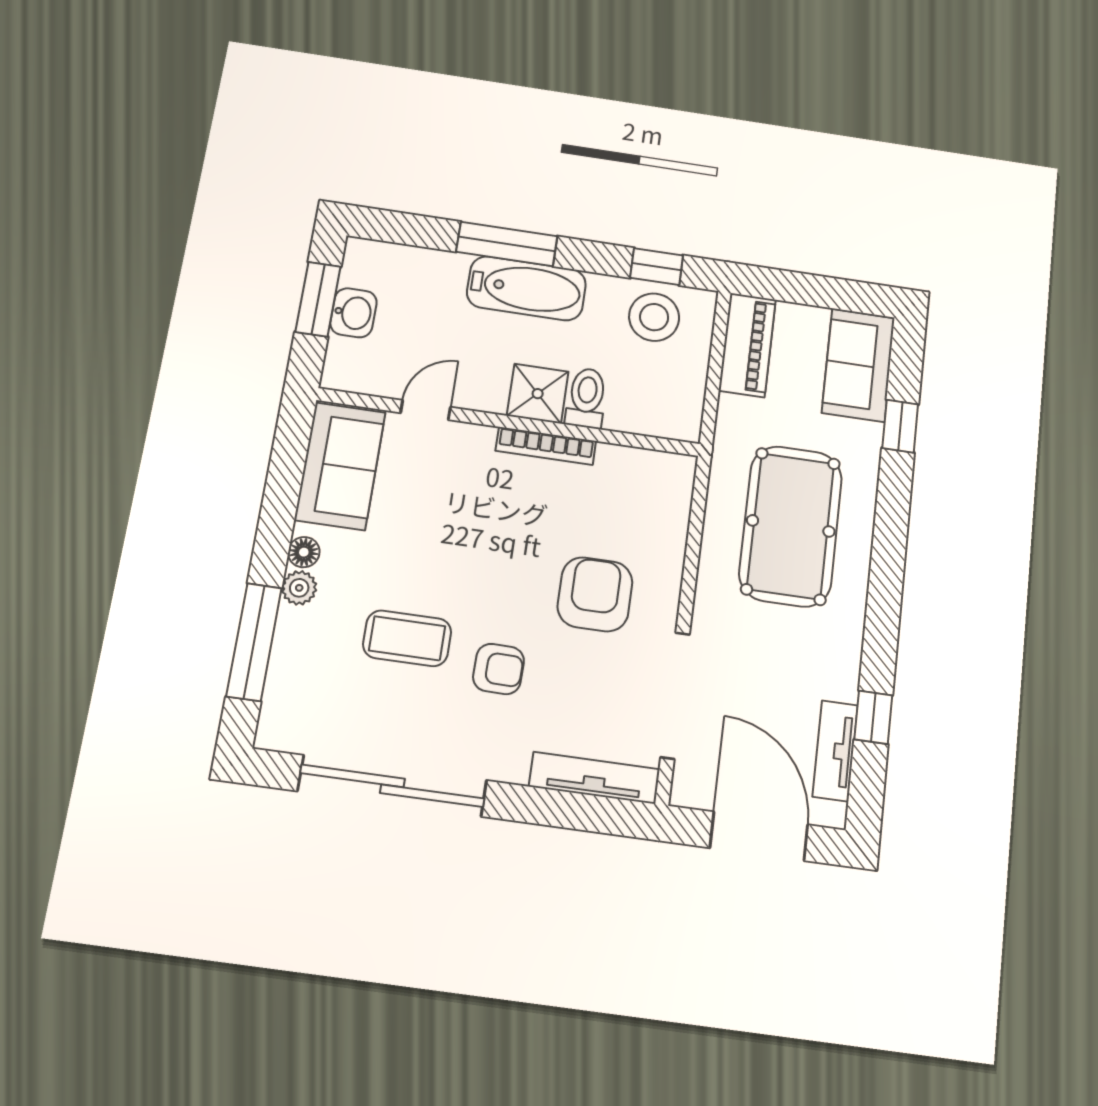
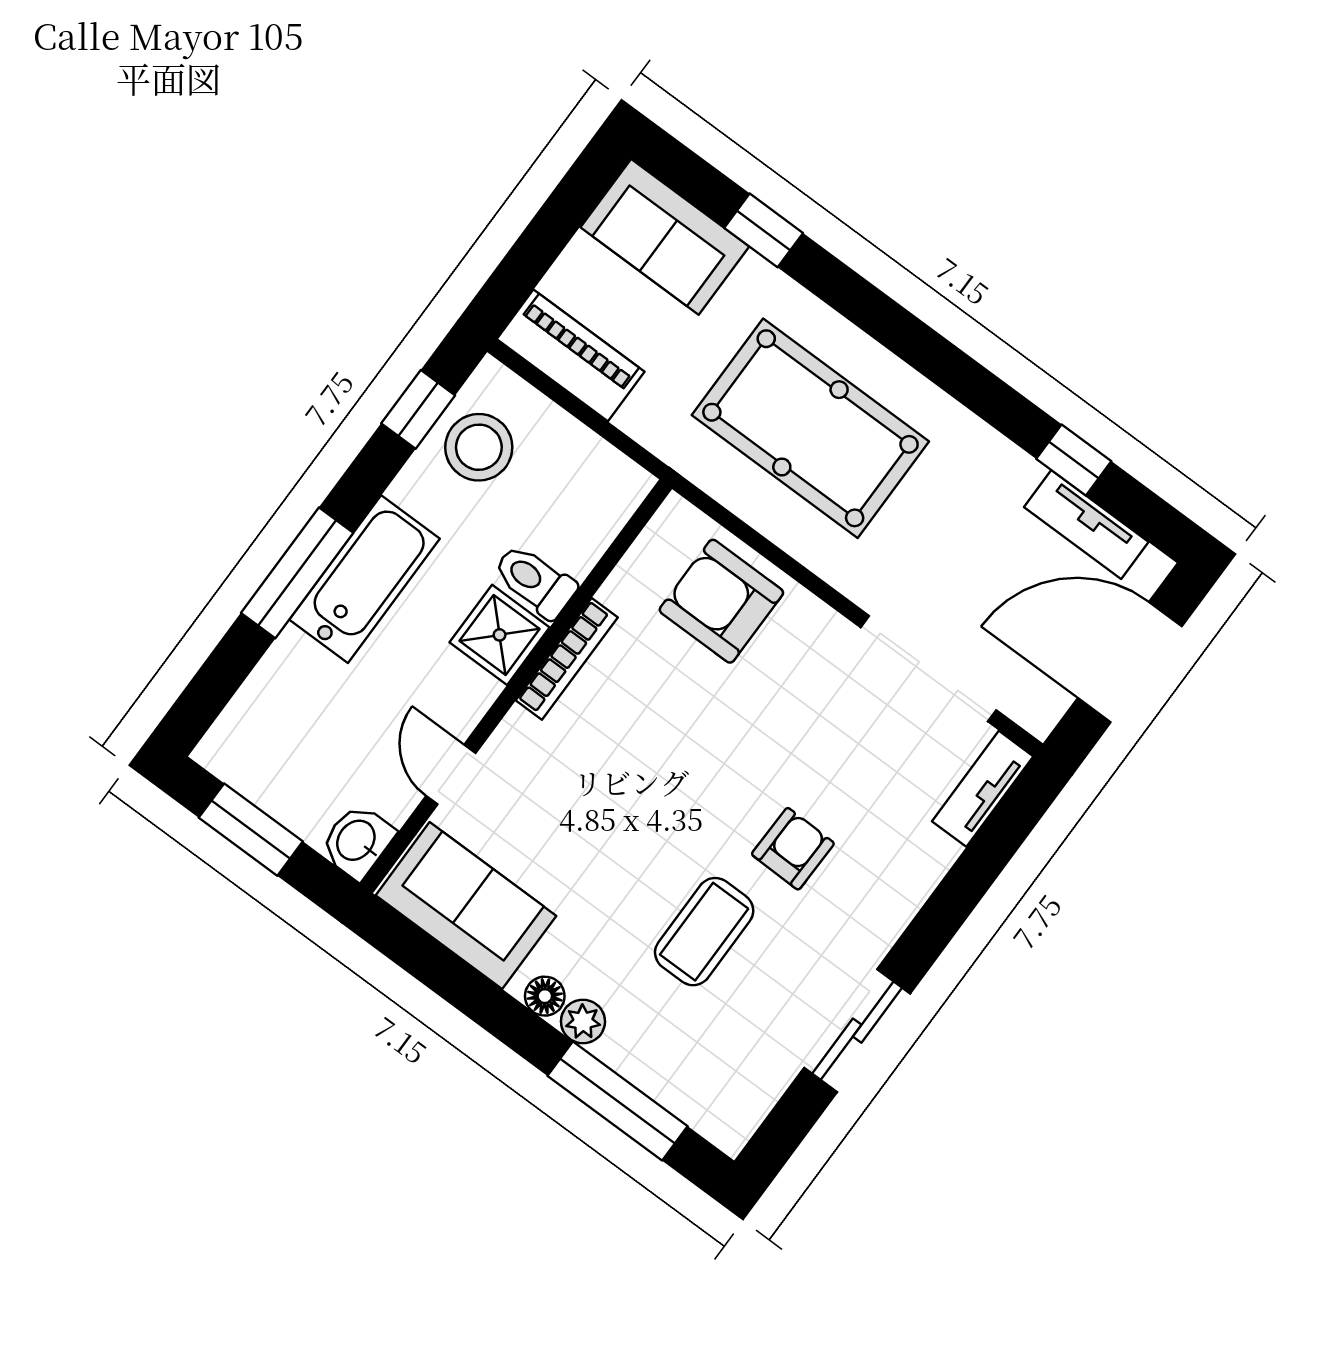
washbasin: (353, 313) -> (357, 841), moved, turned -90
armchair: (595, 594) -> (721, 601), moved
tv unit: (594, 778) -> (983, 789), width x0.71
sliding door: (392, 786) -> (857, 1031), width x0.54

